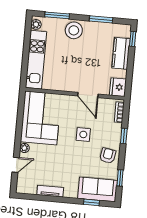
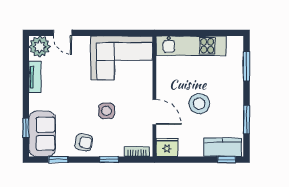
plant: (36, 24) -> (233, 42), removed
stool: (74, 30) -> (199, 104), moved
kitchen counter: (121, 53) -> (223, 147), moved
door: (88, 95) -> (154, 112), swing flipped
plant: (24, 148) -> (40, 47), moved, width x1.87, depth x1.87

